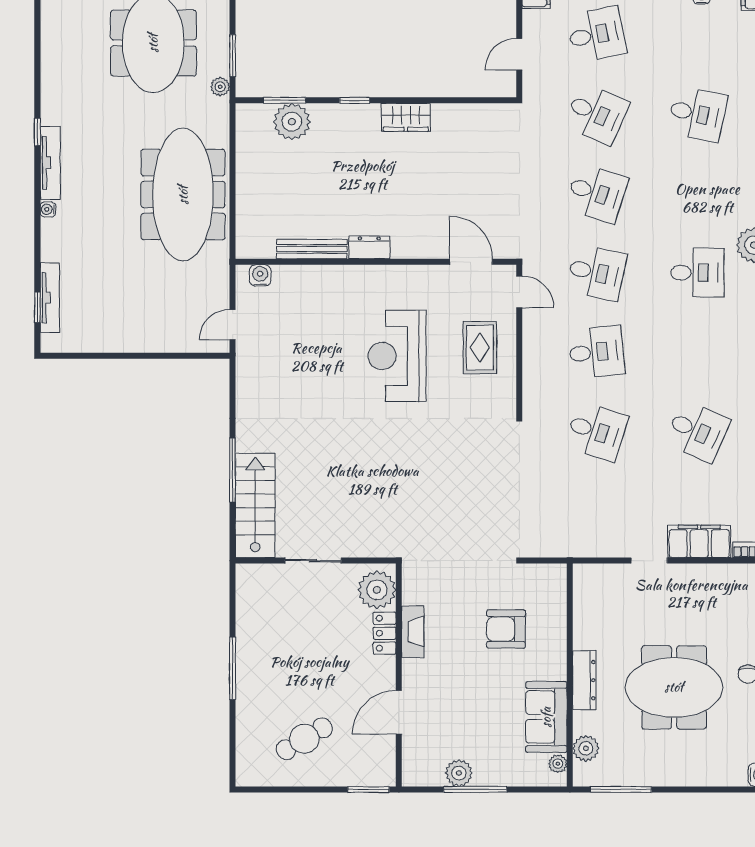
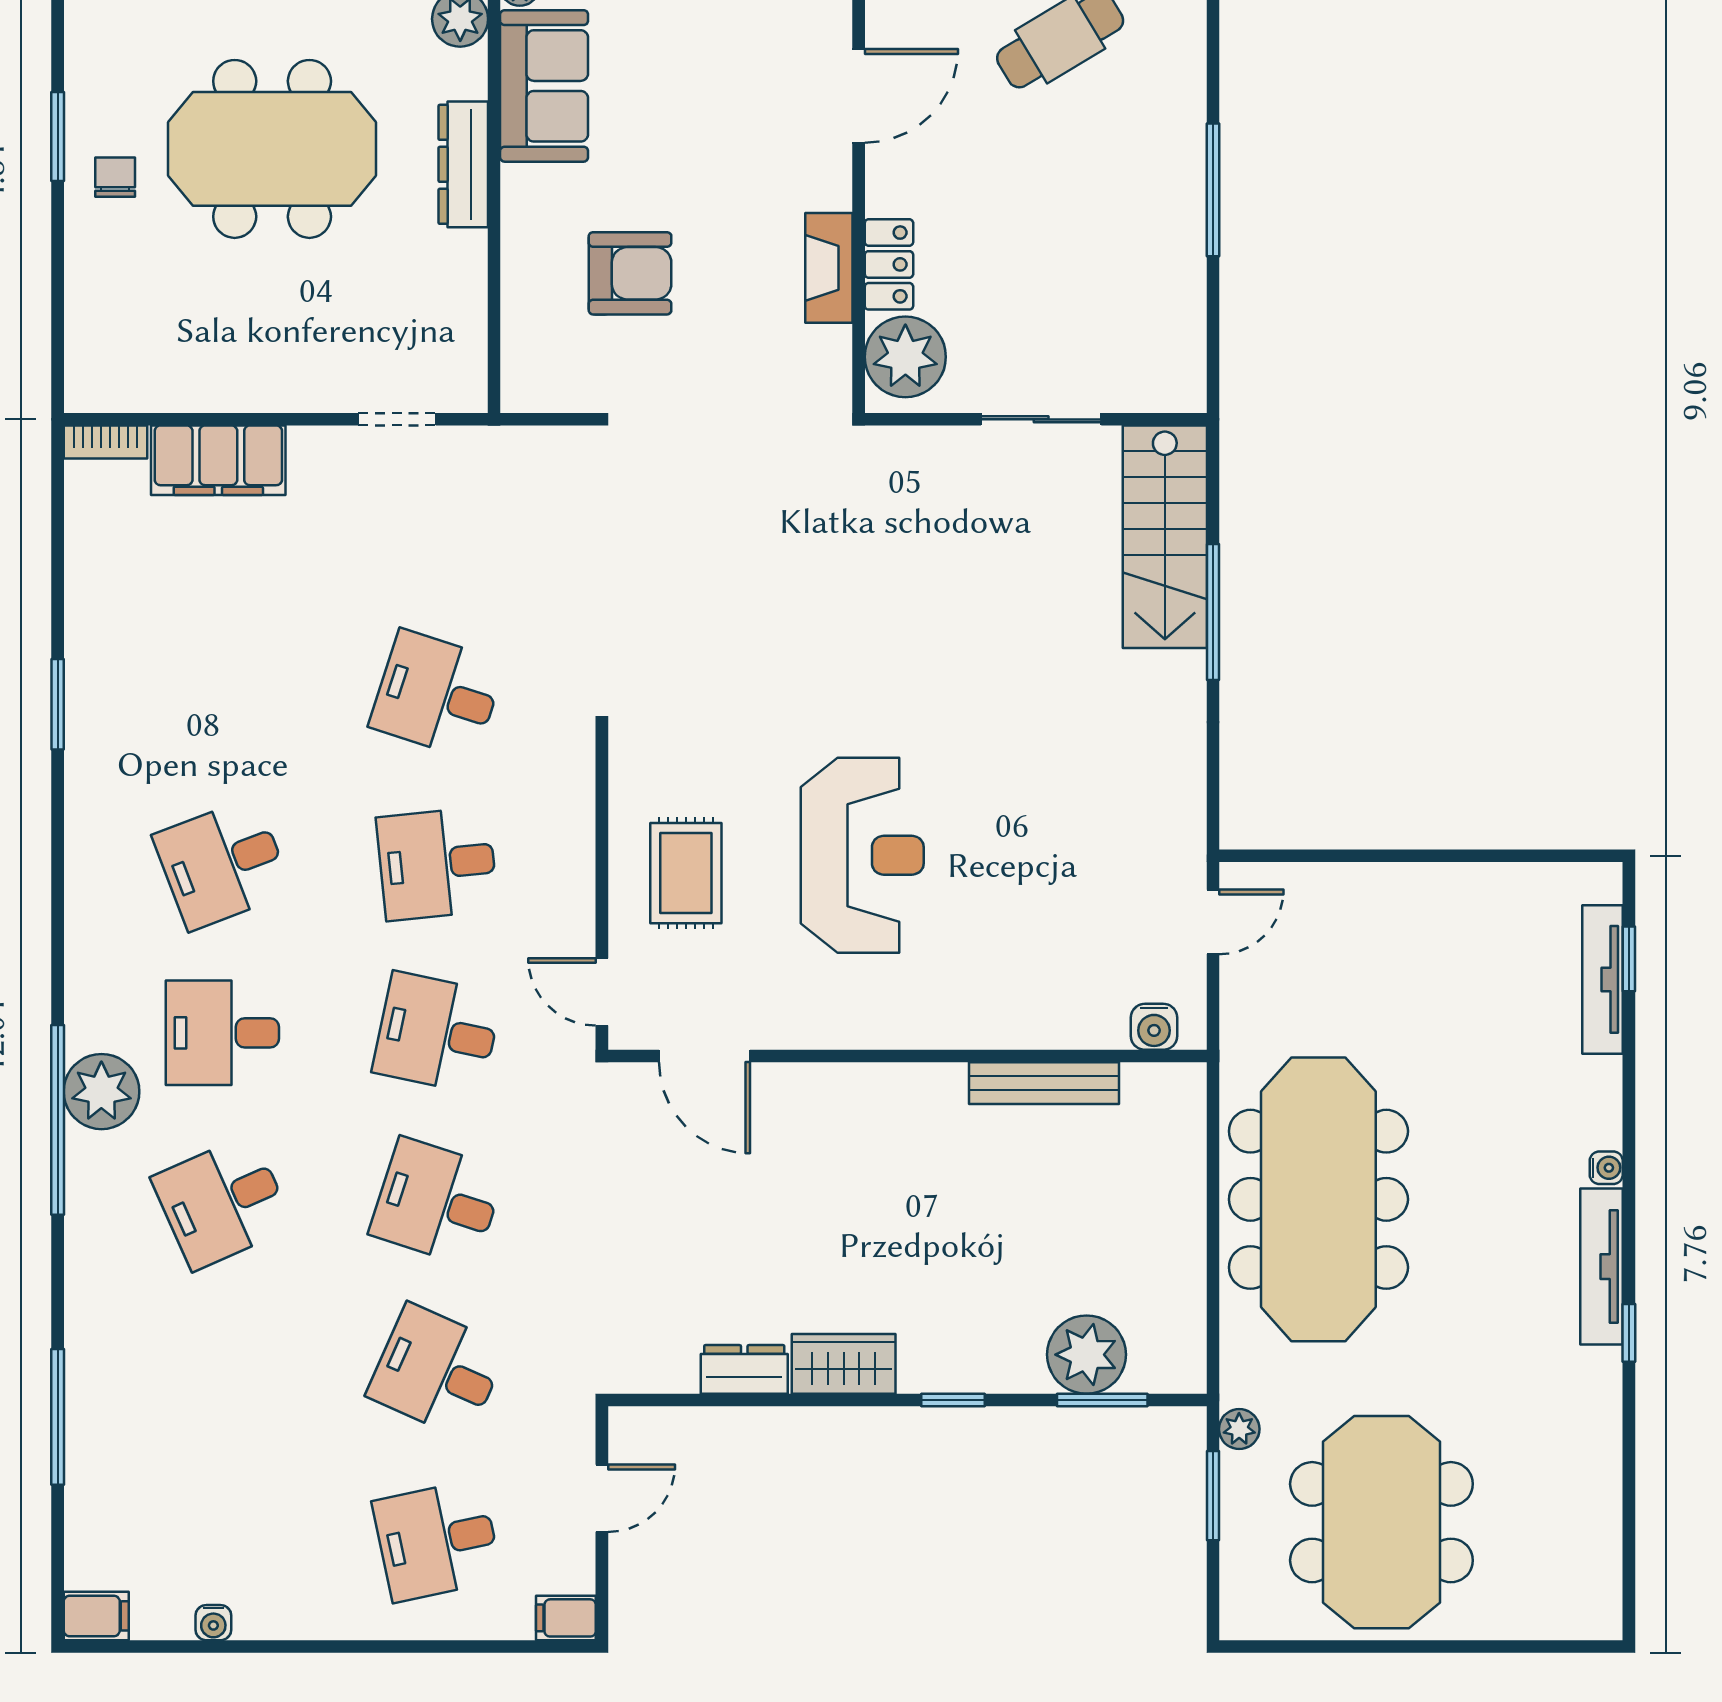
desk: (697, 114) -> (222, 1202), moved, turned -36
dresser: (369, 247) -> (744, 1369), moved, turned 180
desk: (697, 431) -> (222, 864), moved, turned -45
doorway: (649, 561) -> (397, 419), moved

